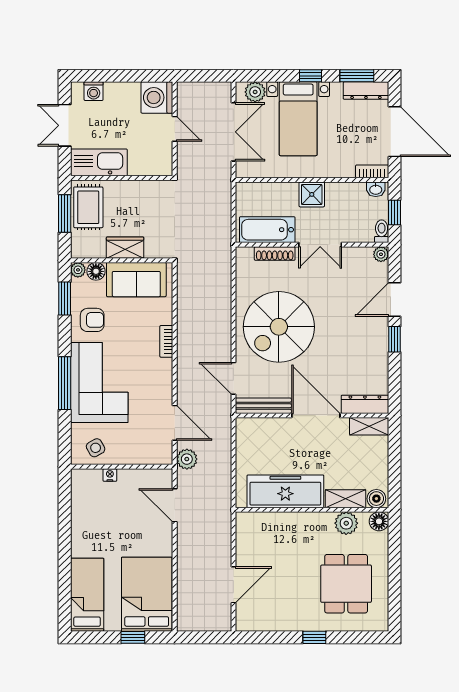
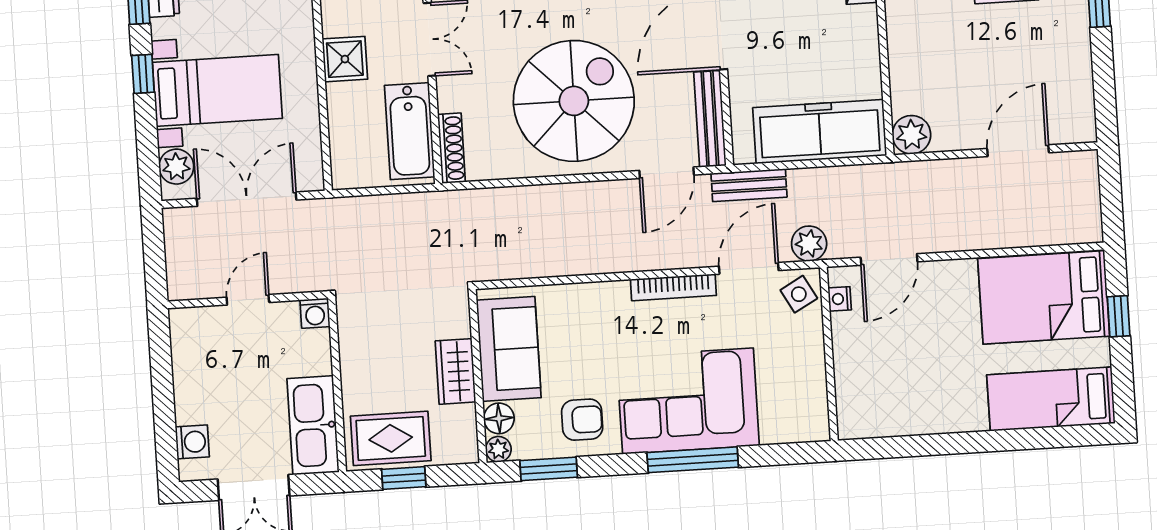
washing machine: (157, 97) -> (315, 313), moved, width x0.53, depth x0.53
window: (65, 213) -> (404, 478), width x0.67
shoe rack: (275, 254) -> (452, 148), moved
armchair: (92, 320) -> (582, 420), turned 90
spiral stairs: (279, 327) -> (574, 101), turned -90
bookcase: (166, 341) -> (673, 287), moved, width x1.56
bench: (223, 426) -> (749, 185), added
side table: (96, 448) -> (799, 294), moved
nightstand: (110, 475) -> (840, 299), moved
freezer: (285, 491) -> (820, 132), moved, turned 90
plant: (247, 523) -> (911, 135), added
door: (233, 585) -> (1018, 151), hinge flipped

